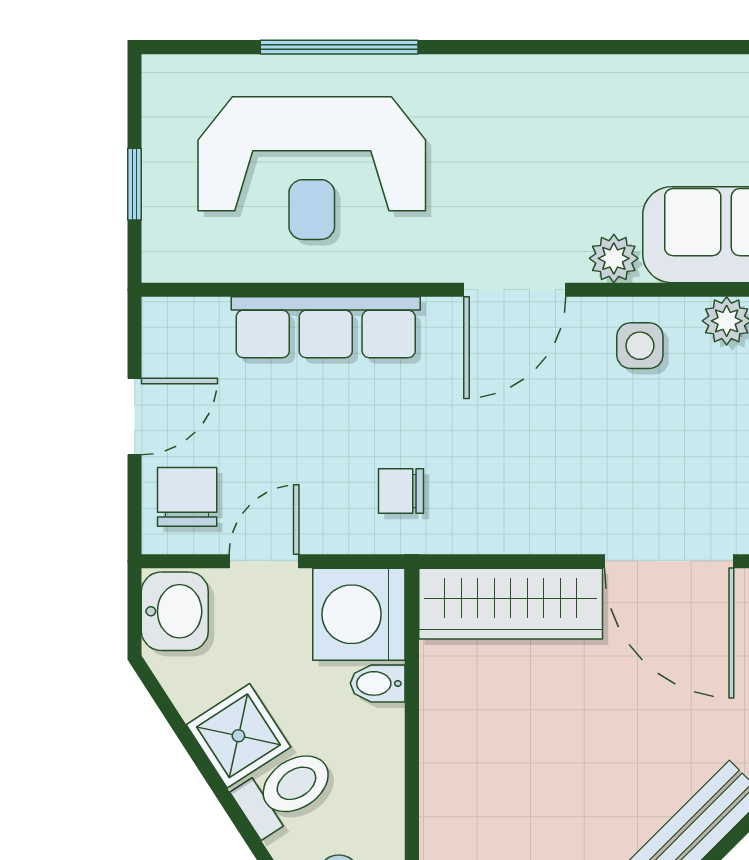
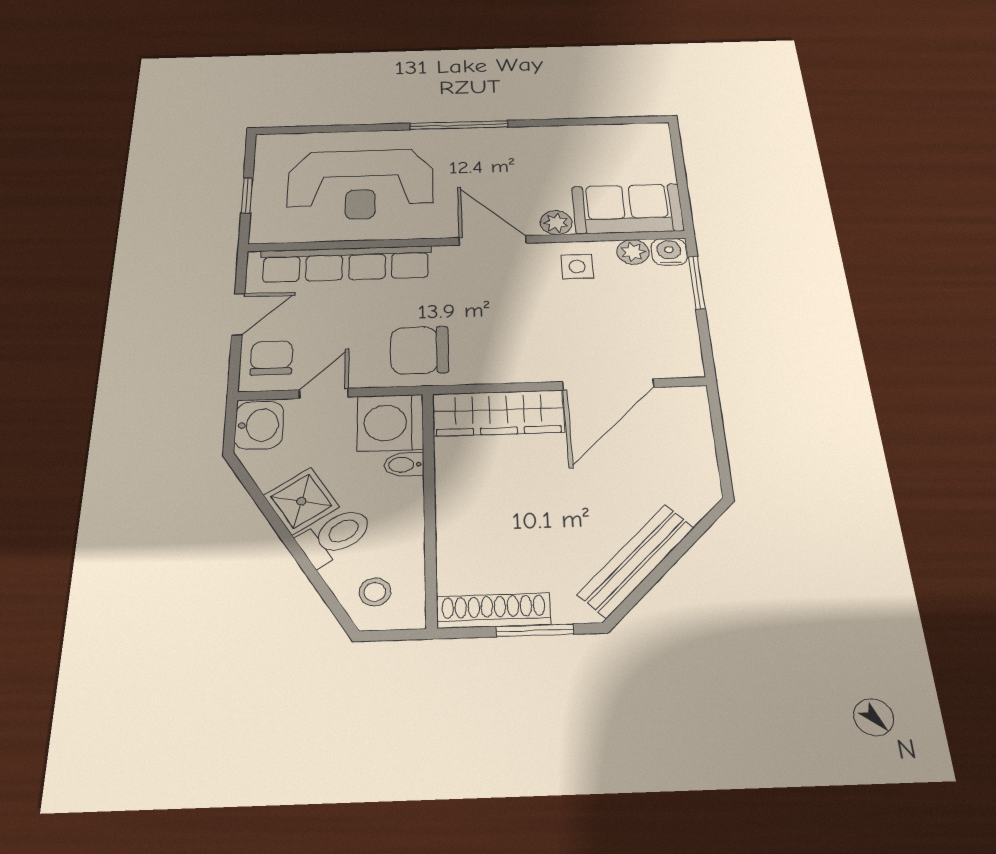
window: (339, 47) -> (459, 125), moved
door: (515, 290) -> (493, 240), swing flipped
row of seats: (326, 327) -> (346, 264), width x1.36
chair: (401, 491) -> (419, 350), width x1.87, depth x1.87
door: (669, 561) -> (608, 384), hinge flipped

